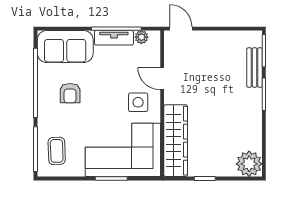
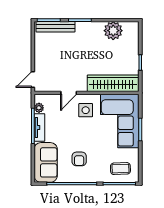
bench: (255, 68) -> (56, 27), width x1.36
armchair: (70, 93) -> (79, 159), turned 90
plant: (249, 164) -> (113, 31), moved

